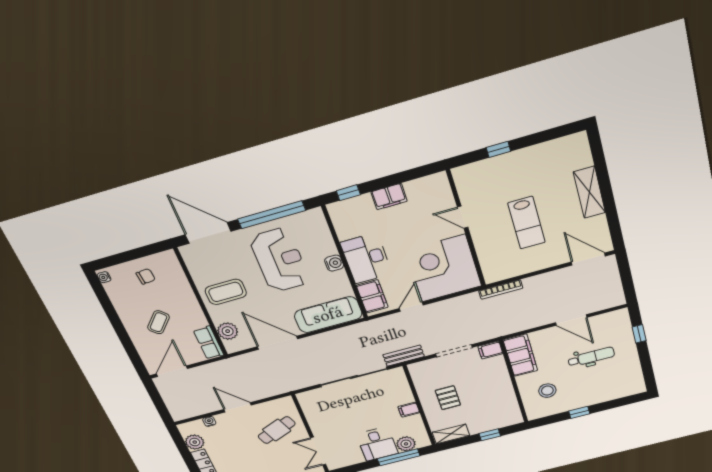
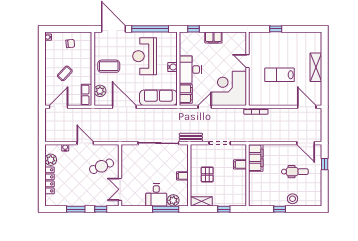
lab bench: (526, 223) -> (280, 75), turned 90
reception desk: (280, 260) -> (145, 56), turned 180
door: (571, 320) -> (306, 143), moved
filing cabinet: (490, 350) -> (240, 164), moved
stool: (547, 391) -> (293, 199), moved

